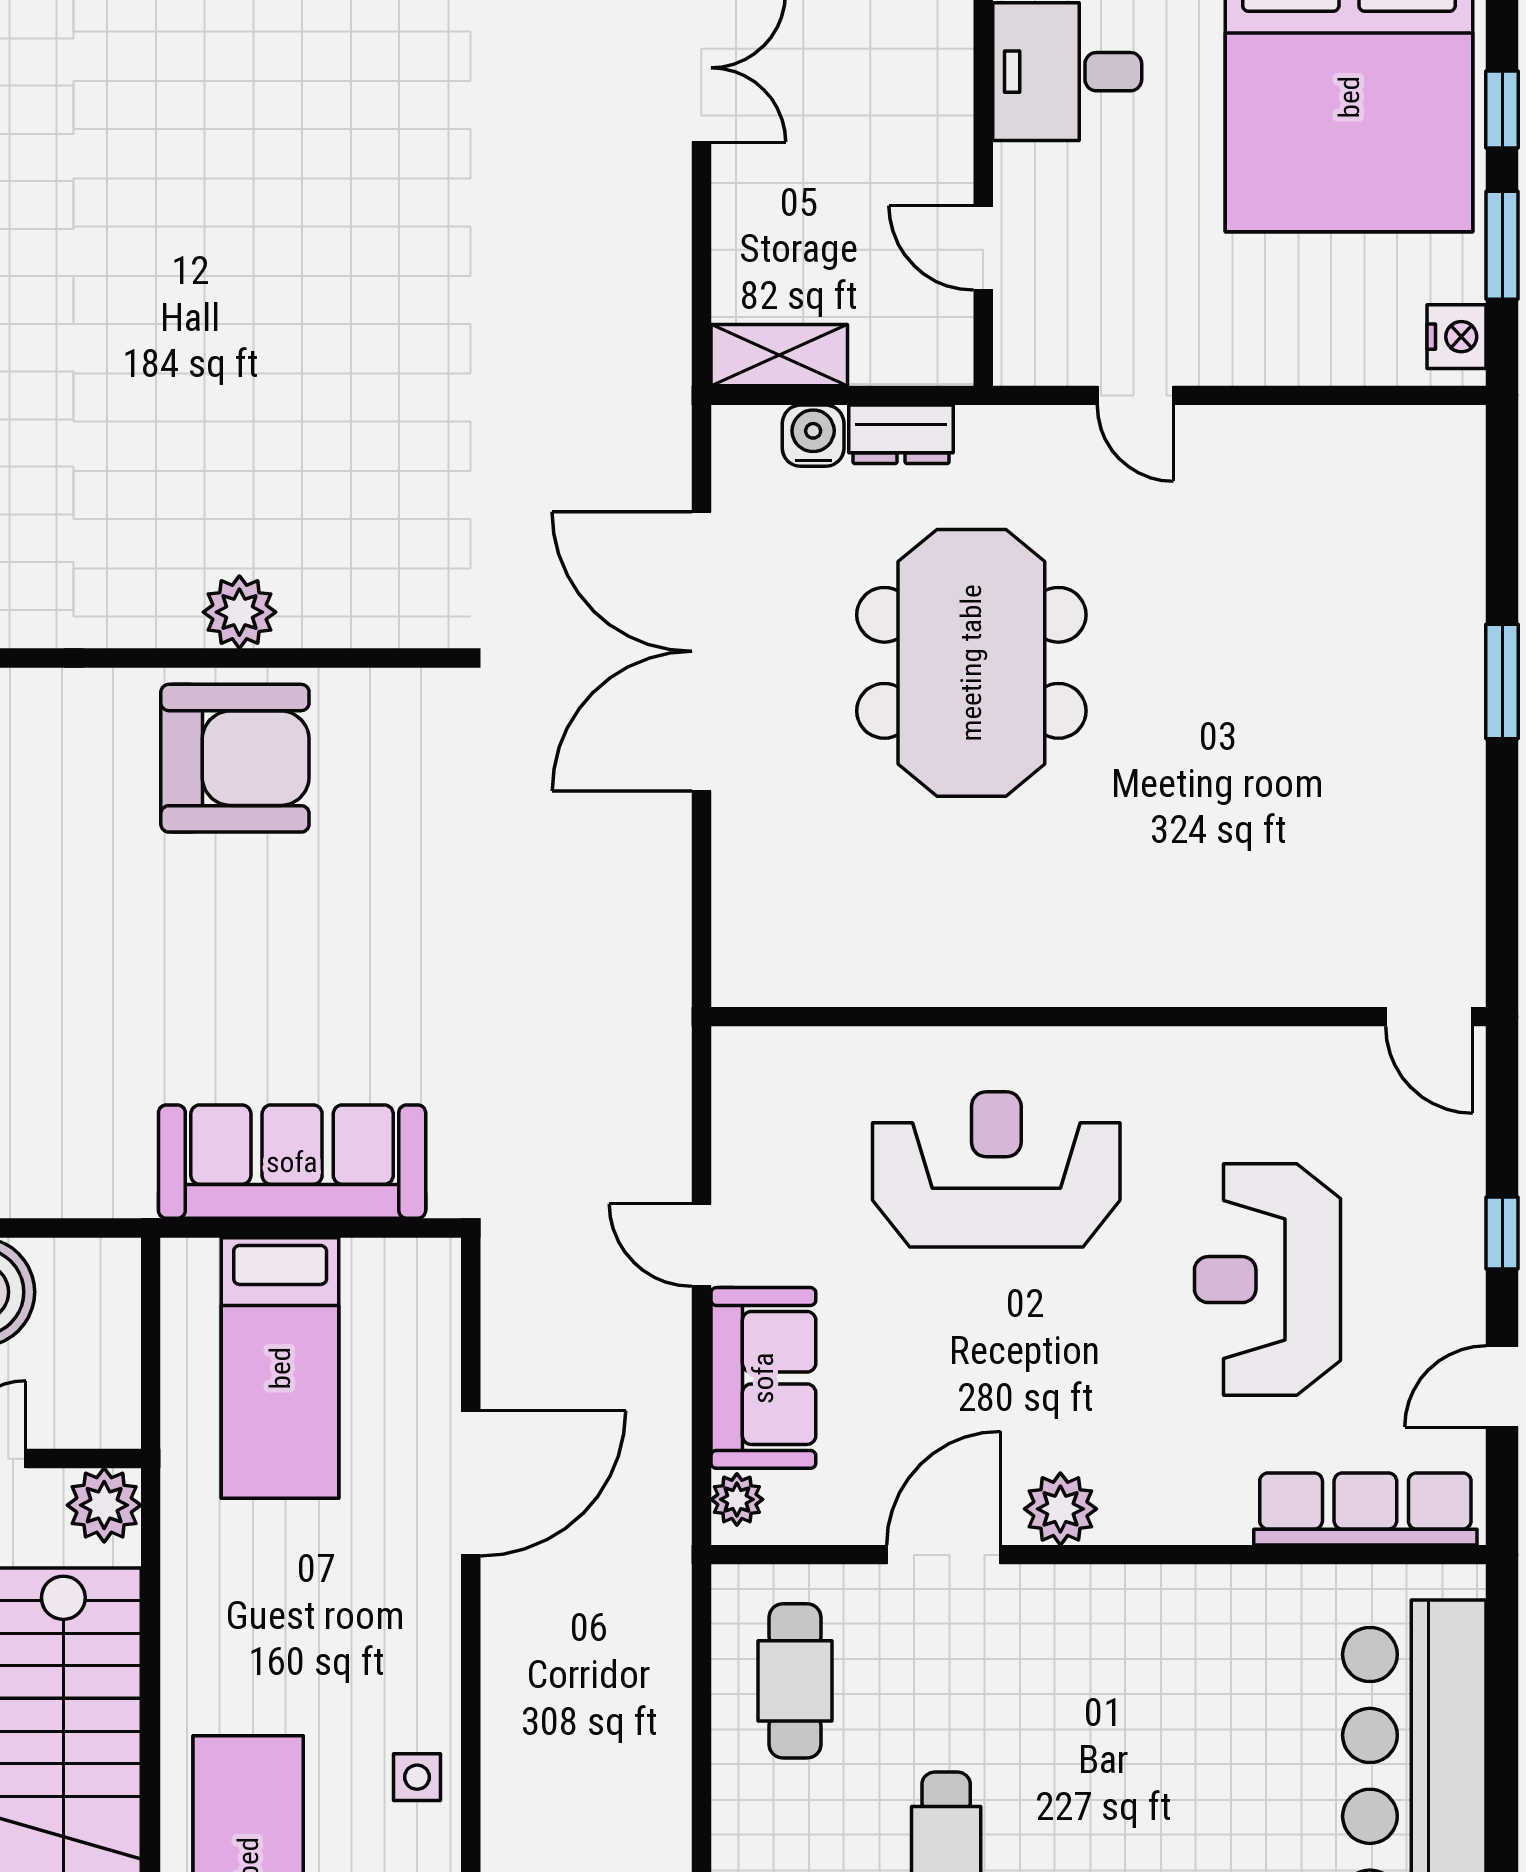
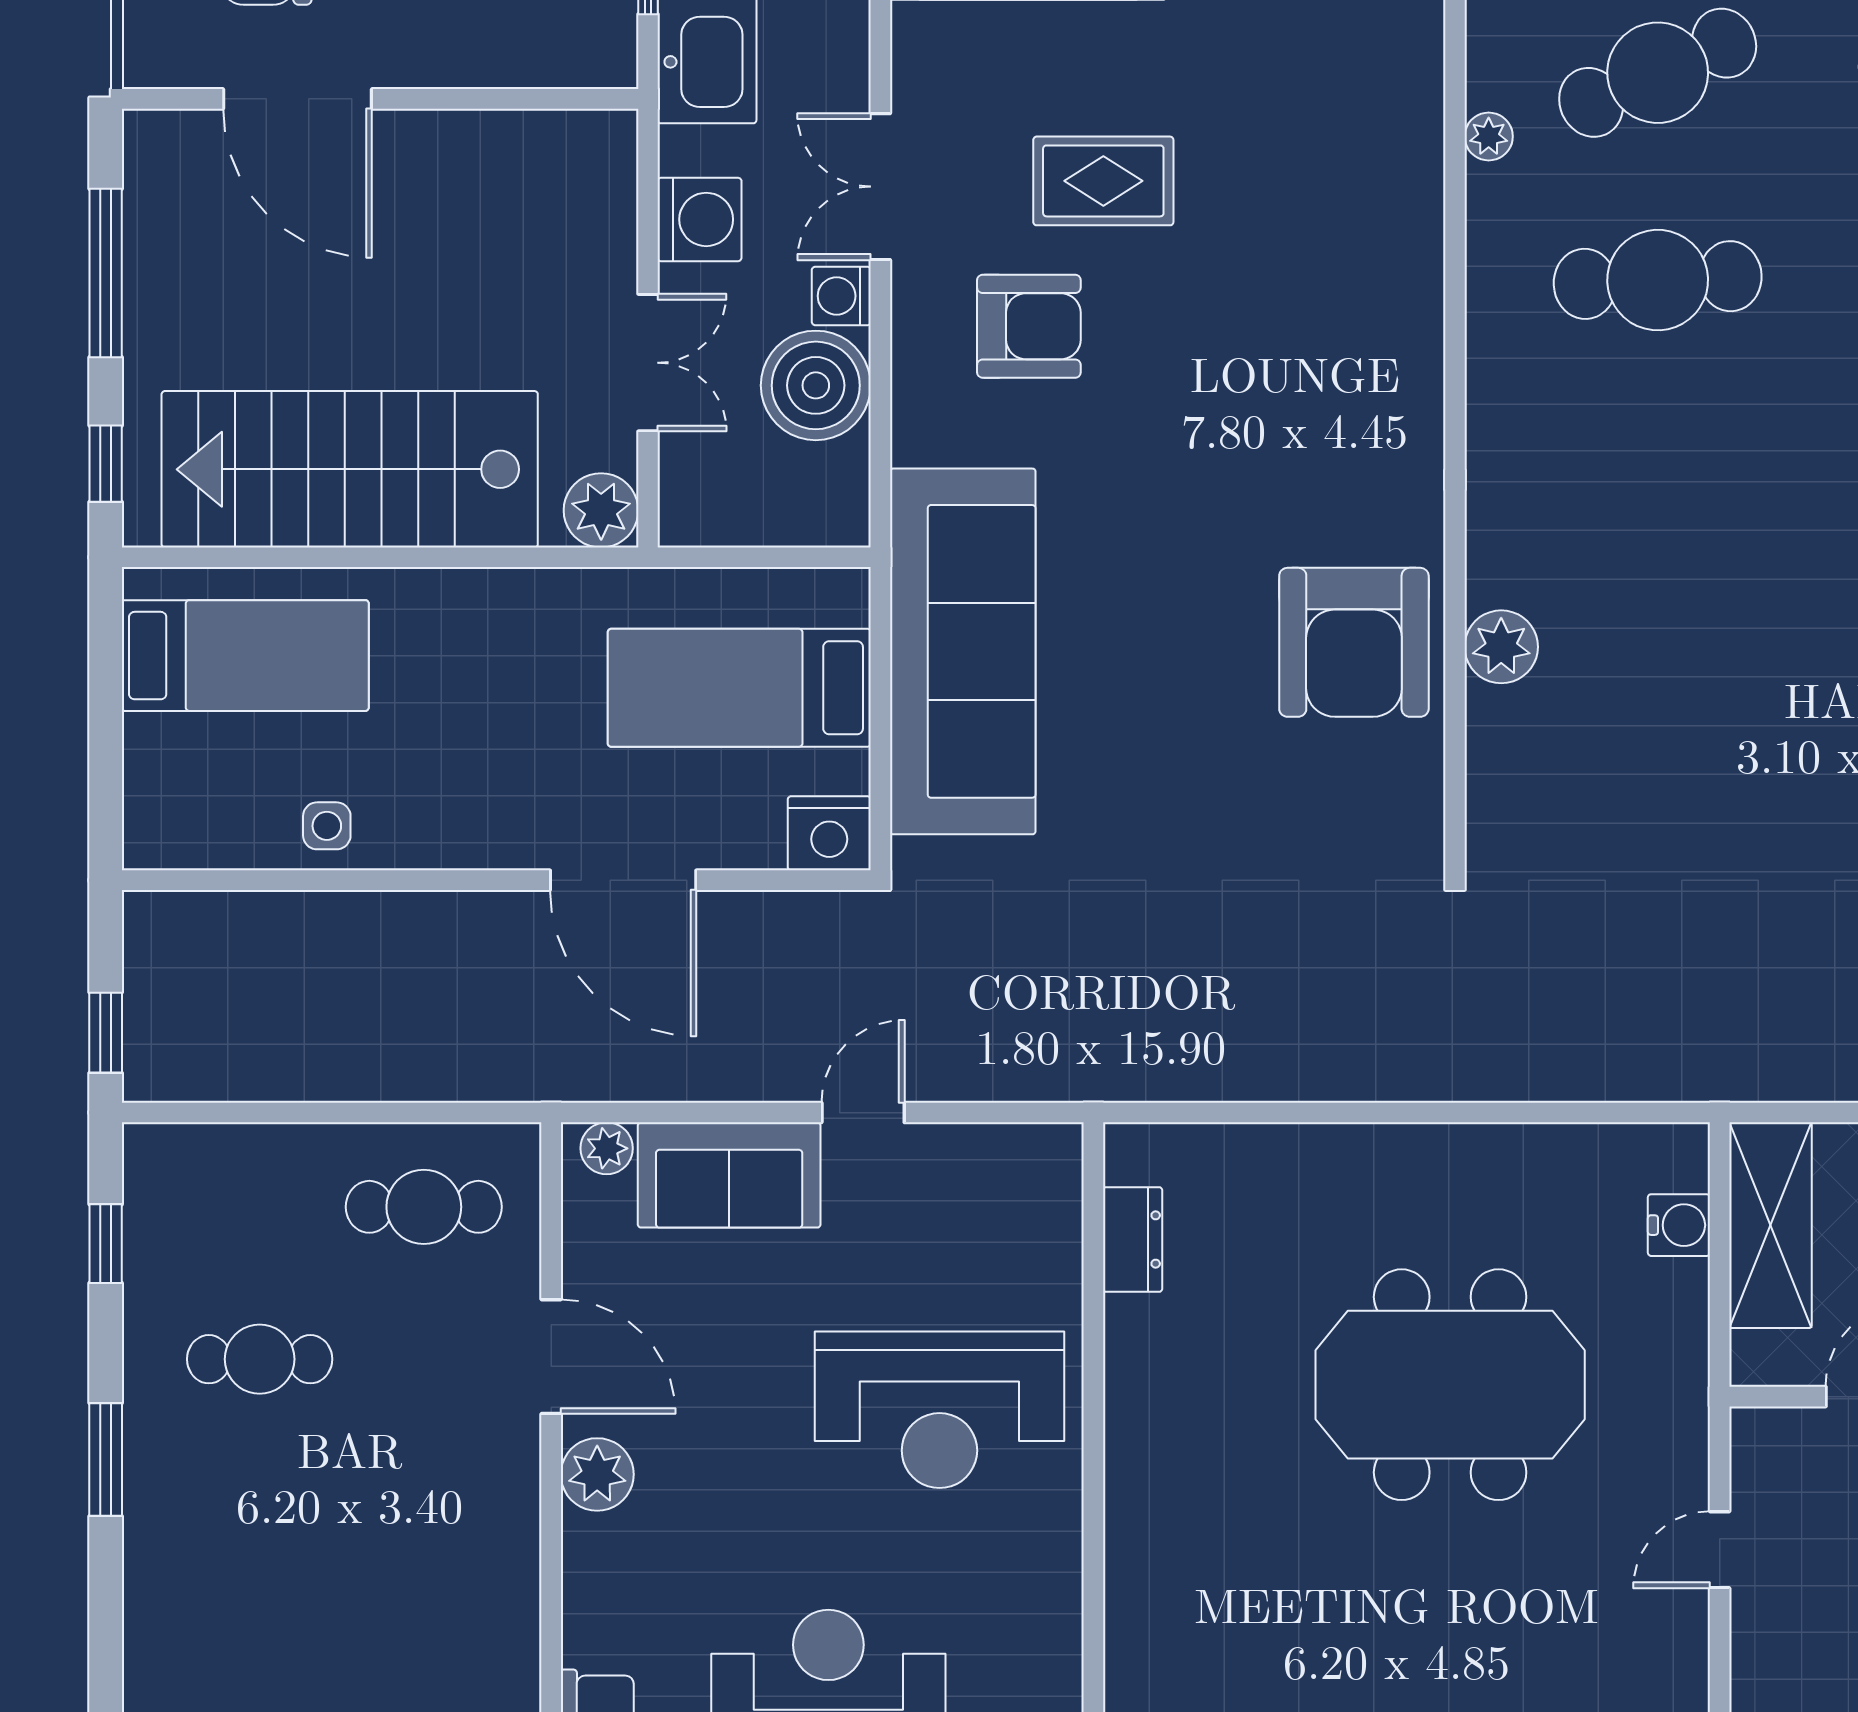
shelving: (779, 355) -> (1771, 1225), width x1.50, depth x1.33
dresser: (901, 434) -> (1133, 1240), moved, turned 180
double door: (701, 651) -> (1462, 1113), removed
sofa: (292, 1162) -> (963, 651), width x1.36, depth x1.27
reception desk: (996, 1169) -> (939, 1410), turned 90
nightstand: (424, 1279) -> (829, 833), added

